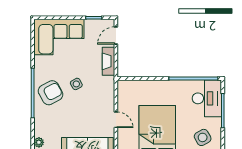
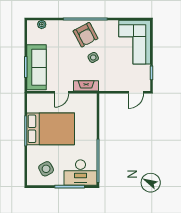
door: (116, 36) -> (136, 92), swing flipped
fireplace: (108, 61) -> (86, 86), moved

